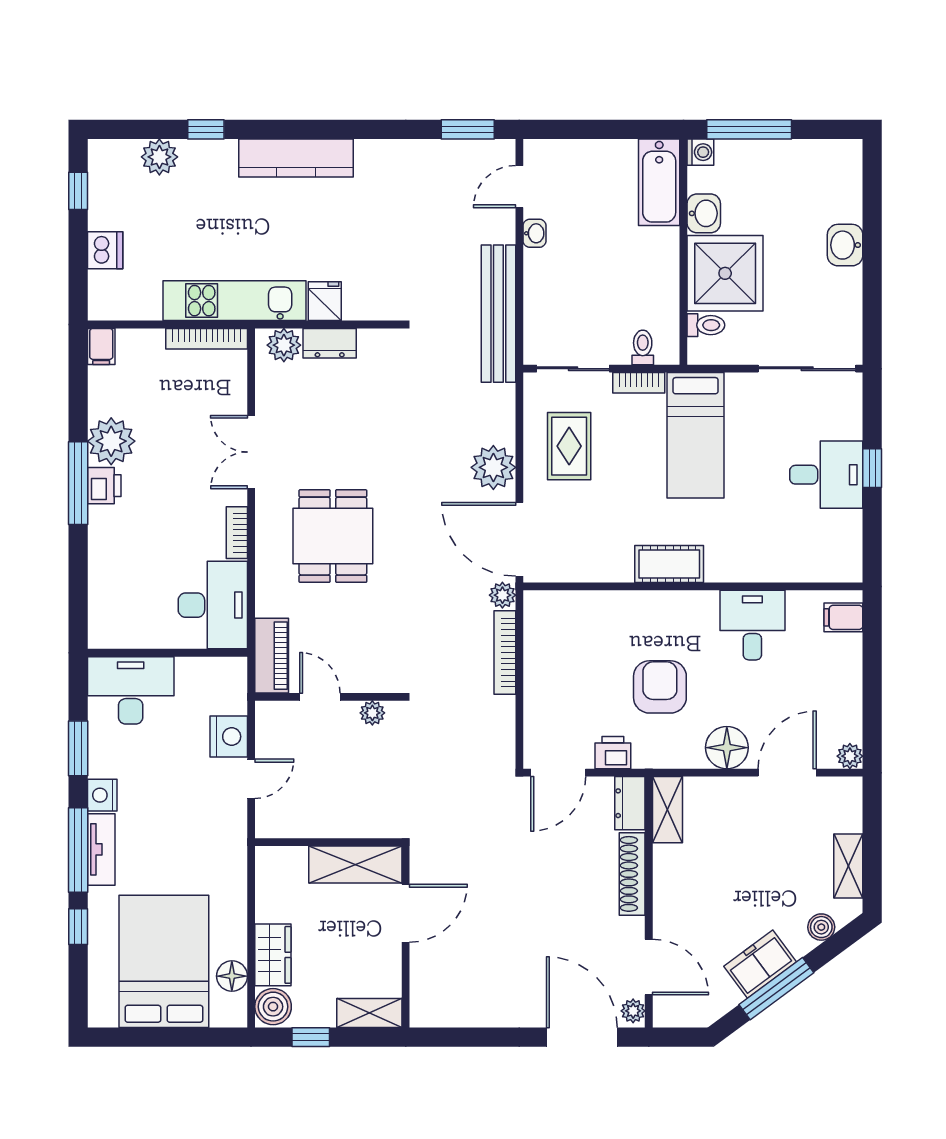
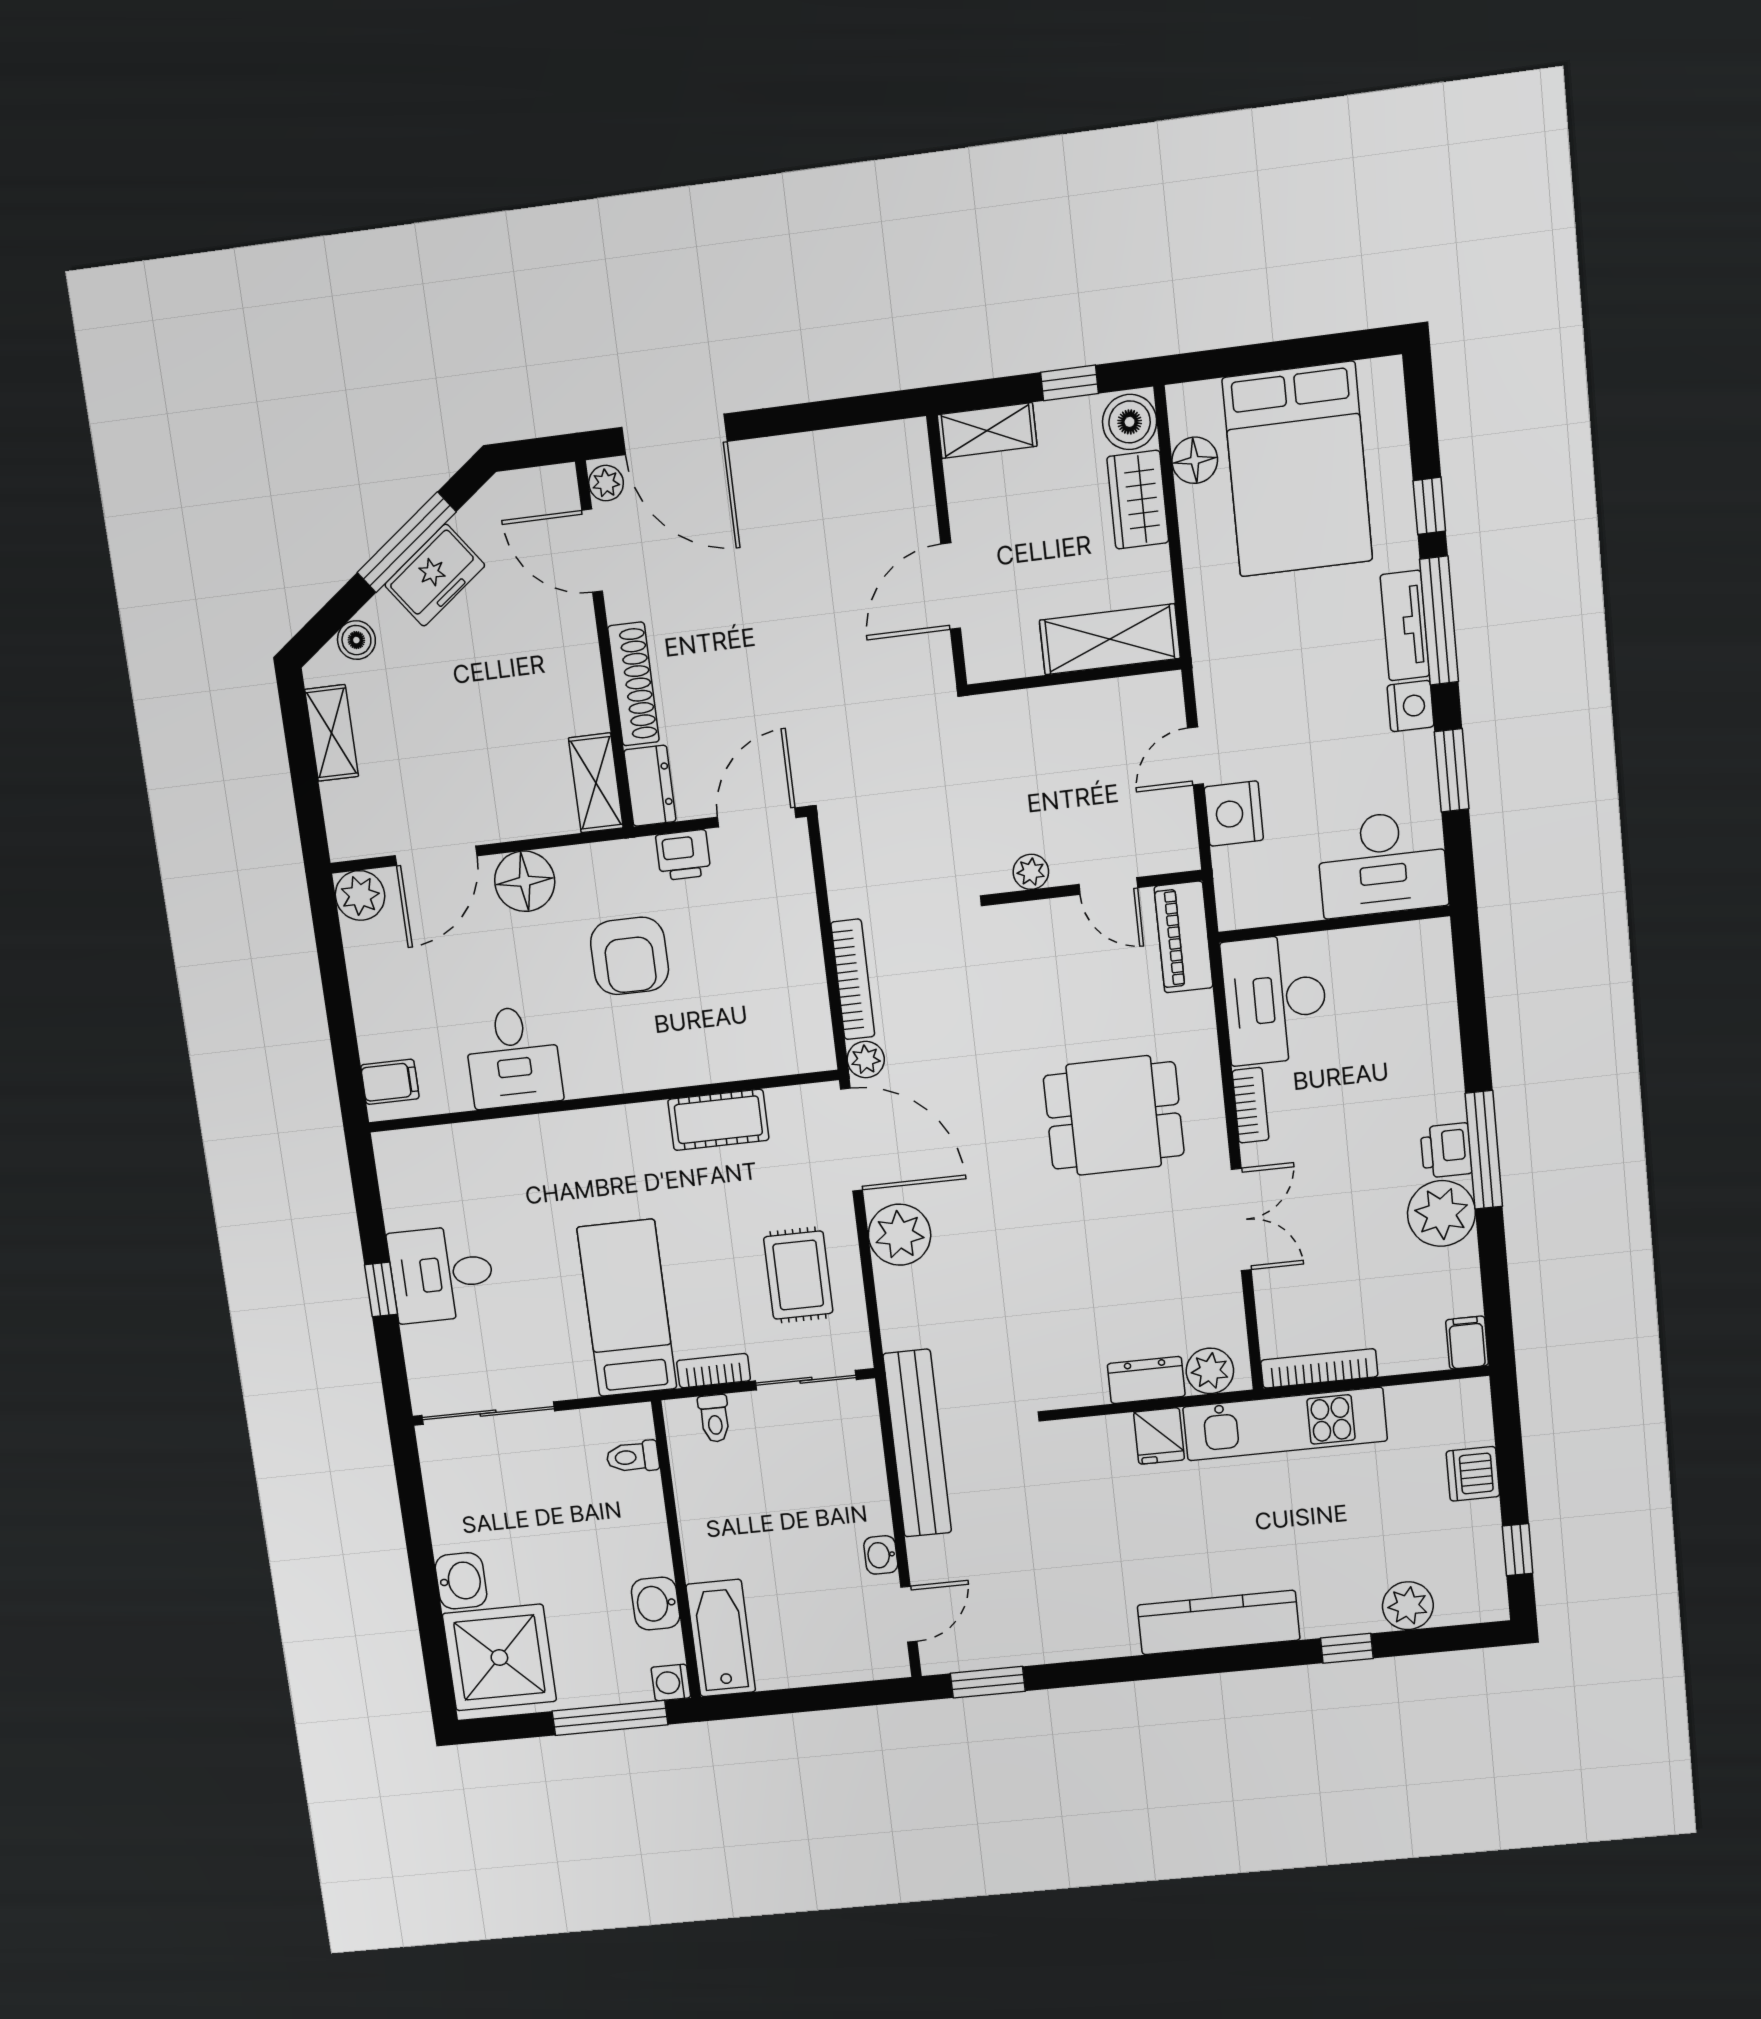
shower: (725, 273) -> (499, 1657), moved
dining table: (333, 536) -> (1114, 1116), turned 90
cot: (669, 564) -> (718, 1120), moved
plant: (850, 756) -> (360, 895), width x1.38, depth x1.38
shelving: (355, 864) -> (1110, 639), moved

